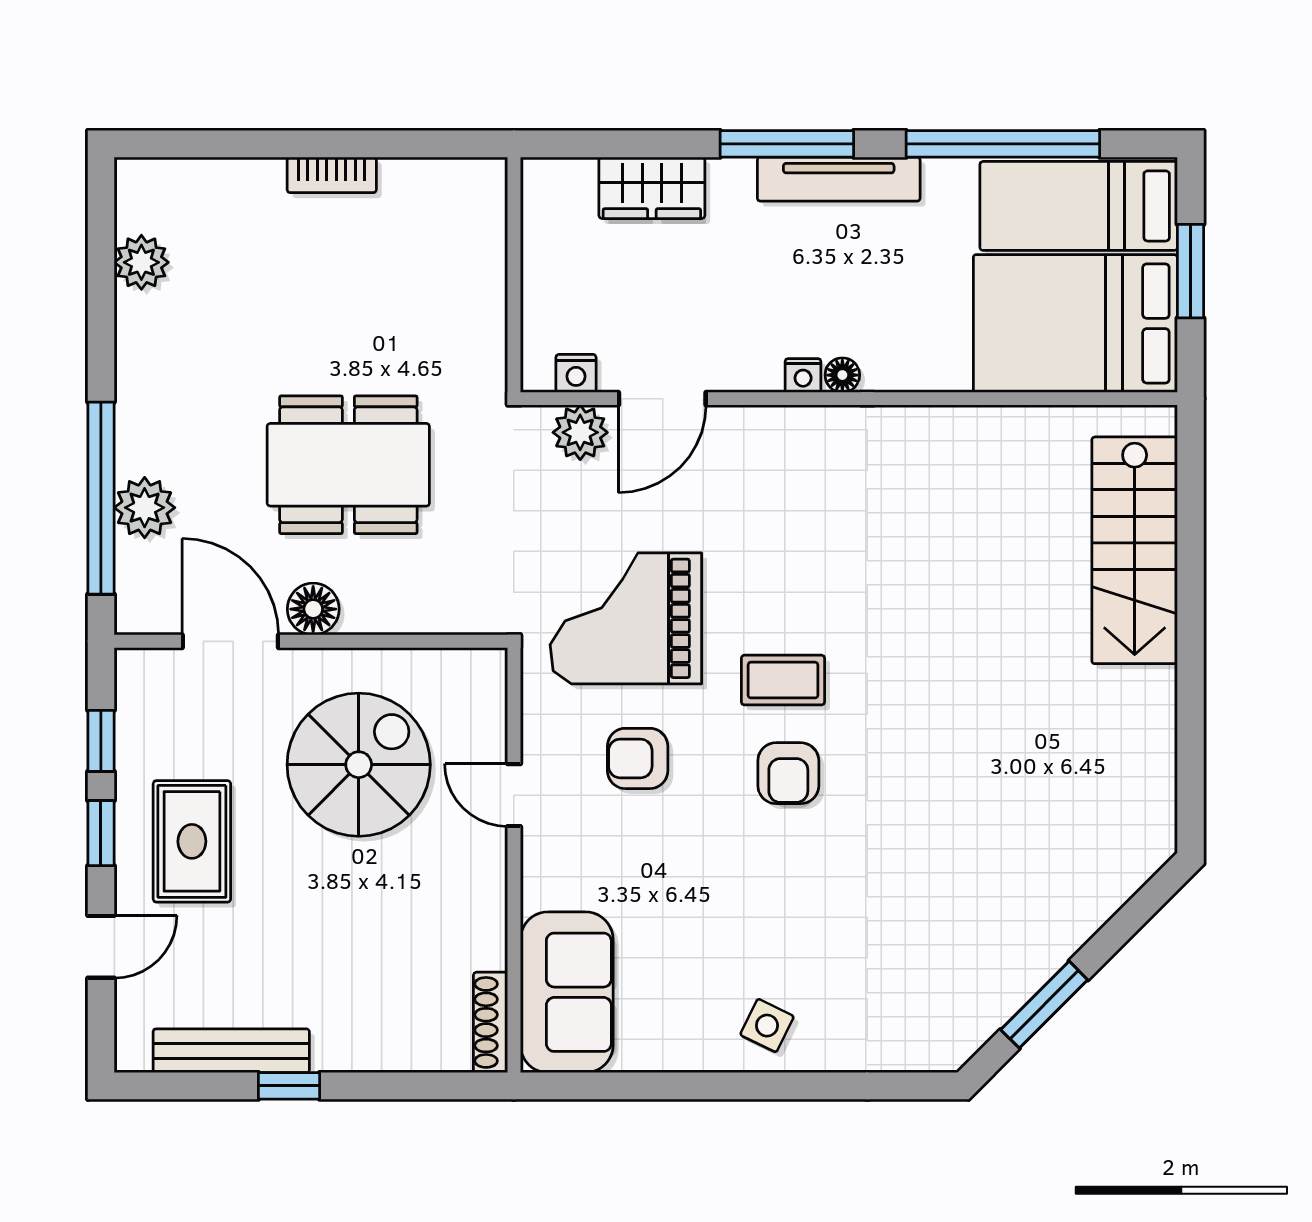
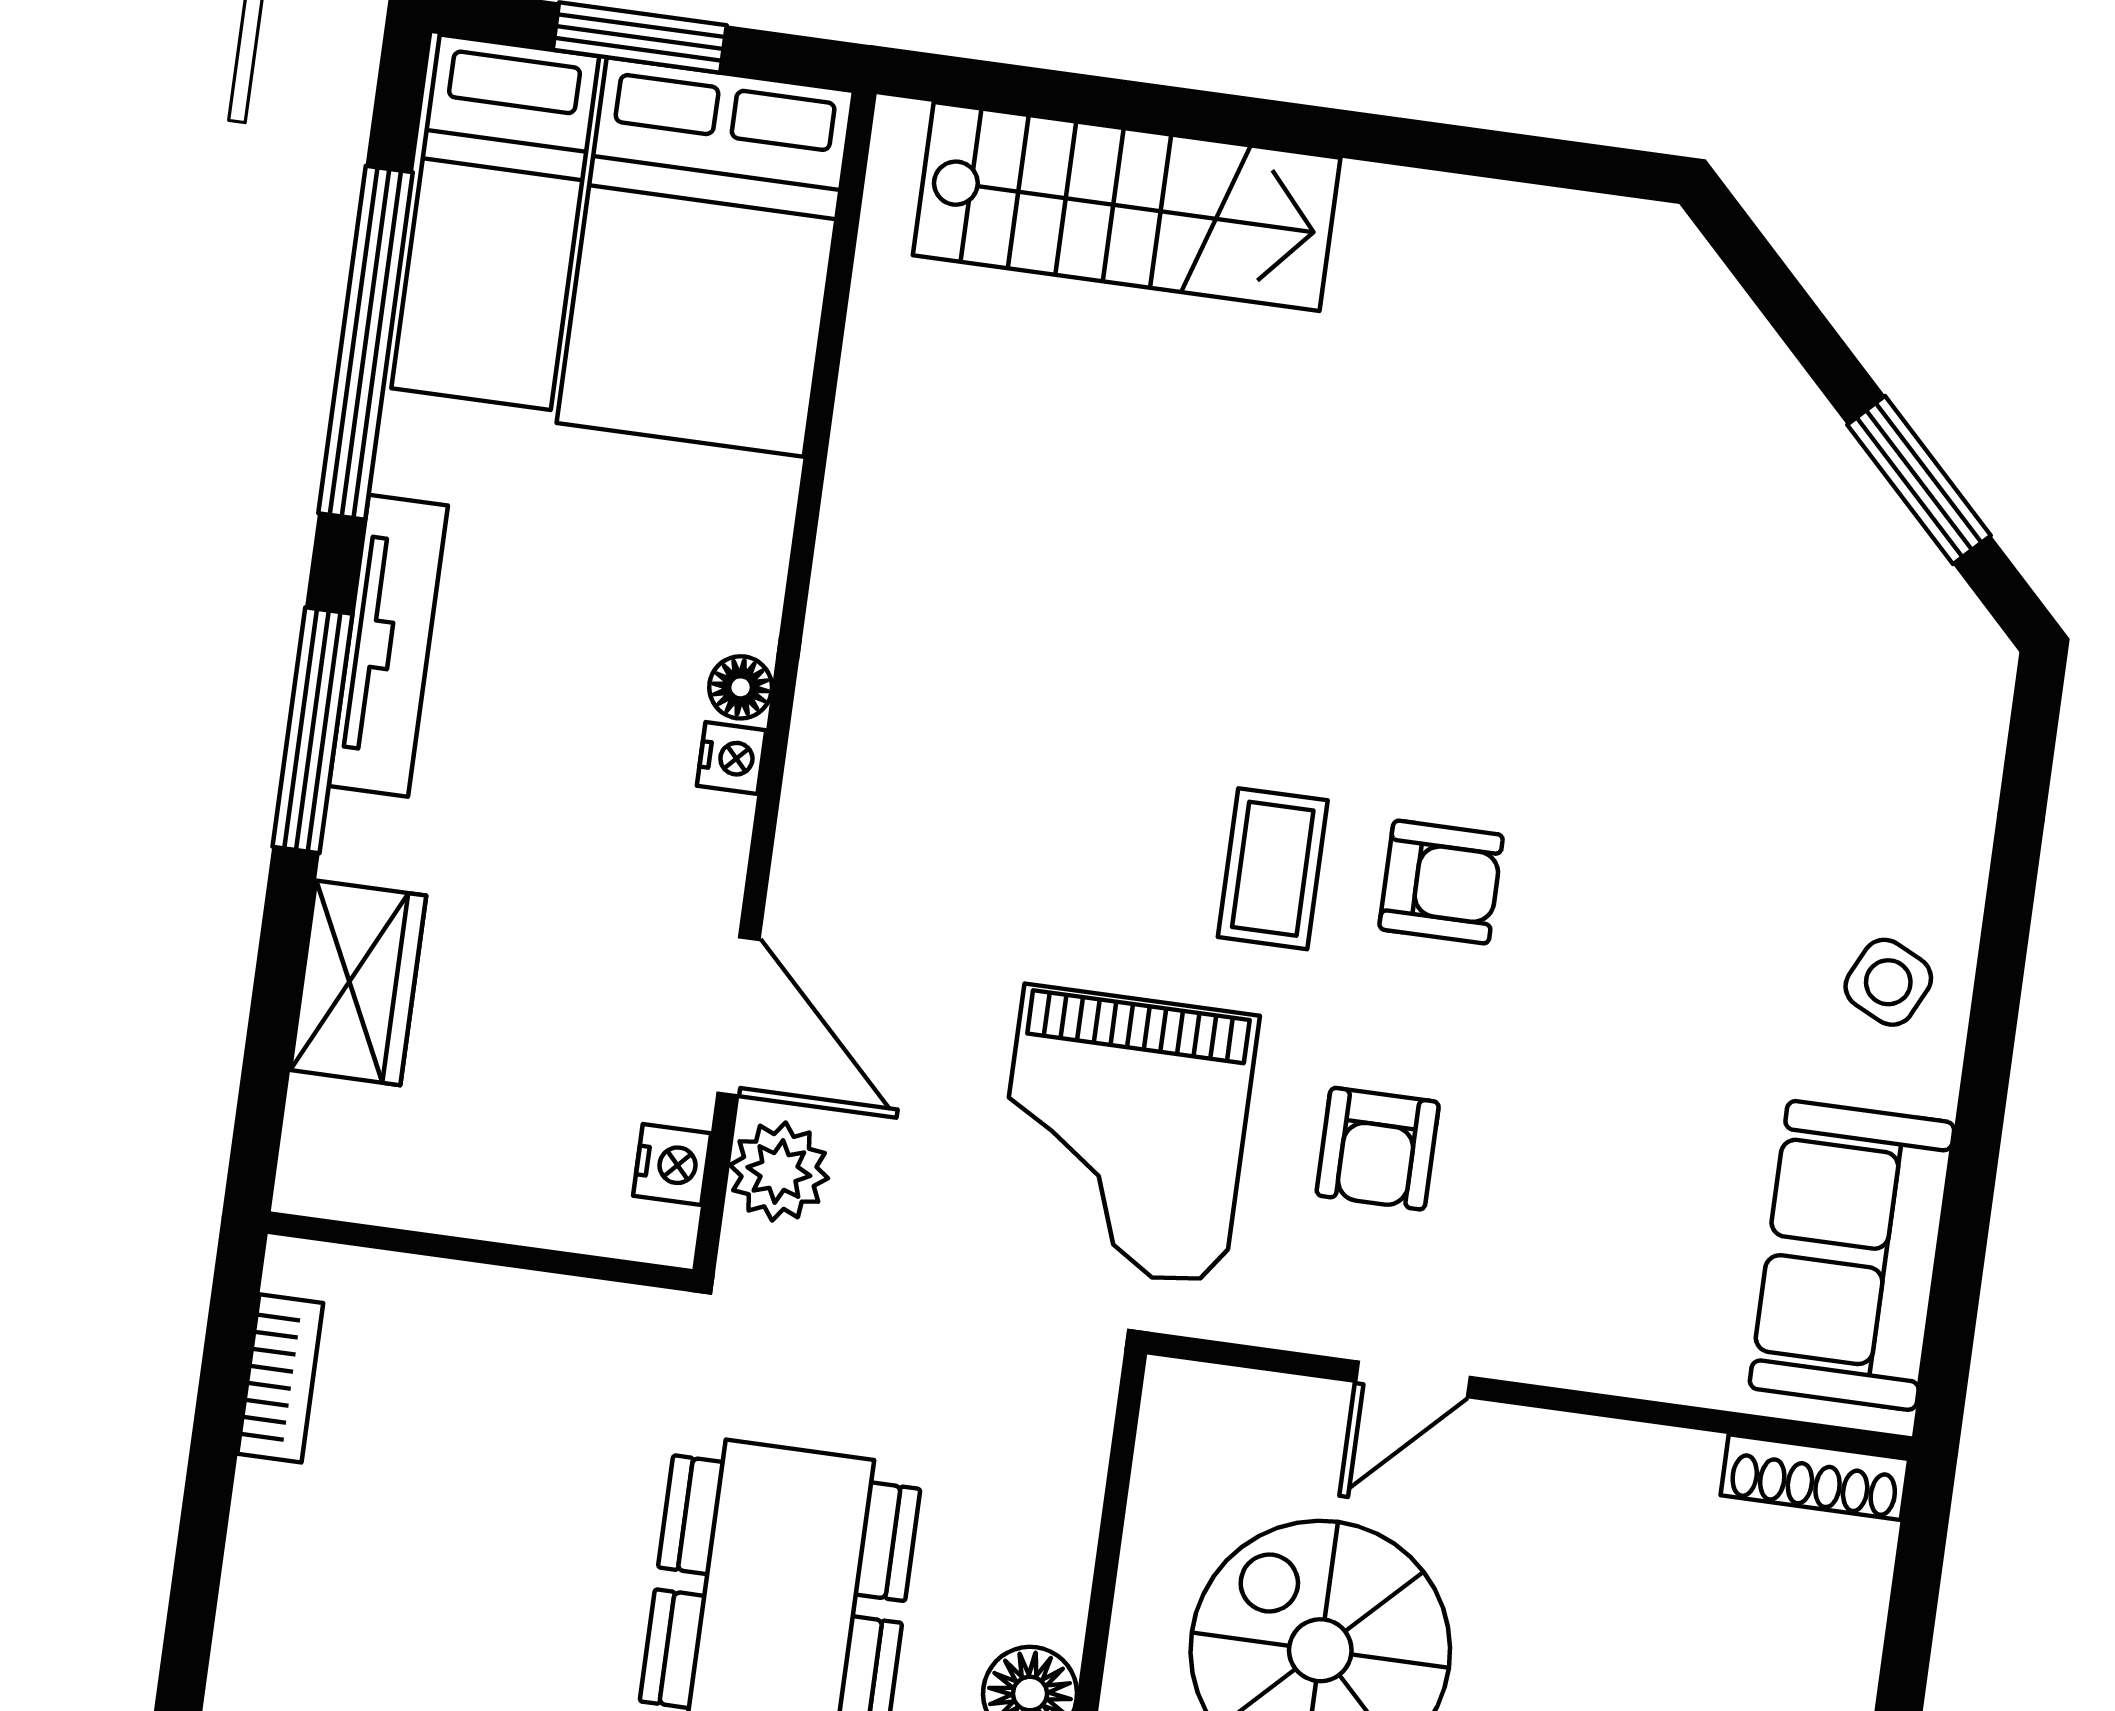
bookcase: (332, 175) -> (280, 1378), moved
sofa: (567, 992) -> (1852, 1255), moved, turned -90

